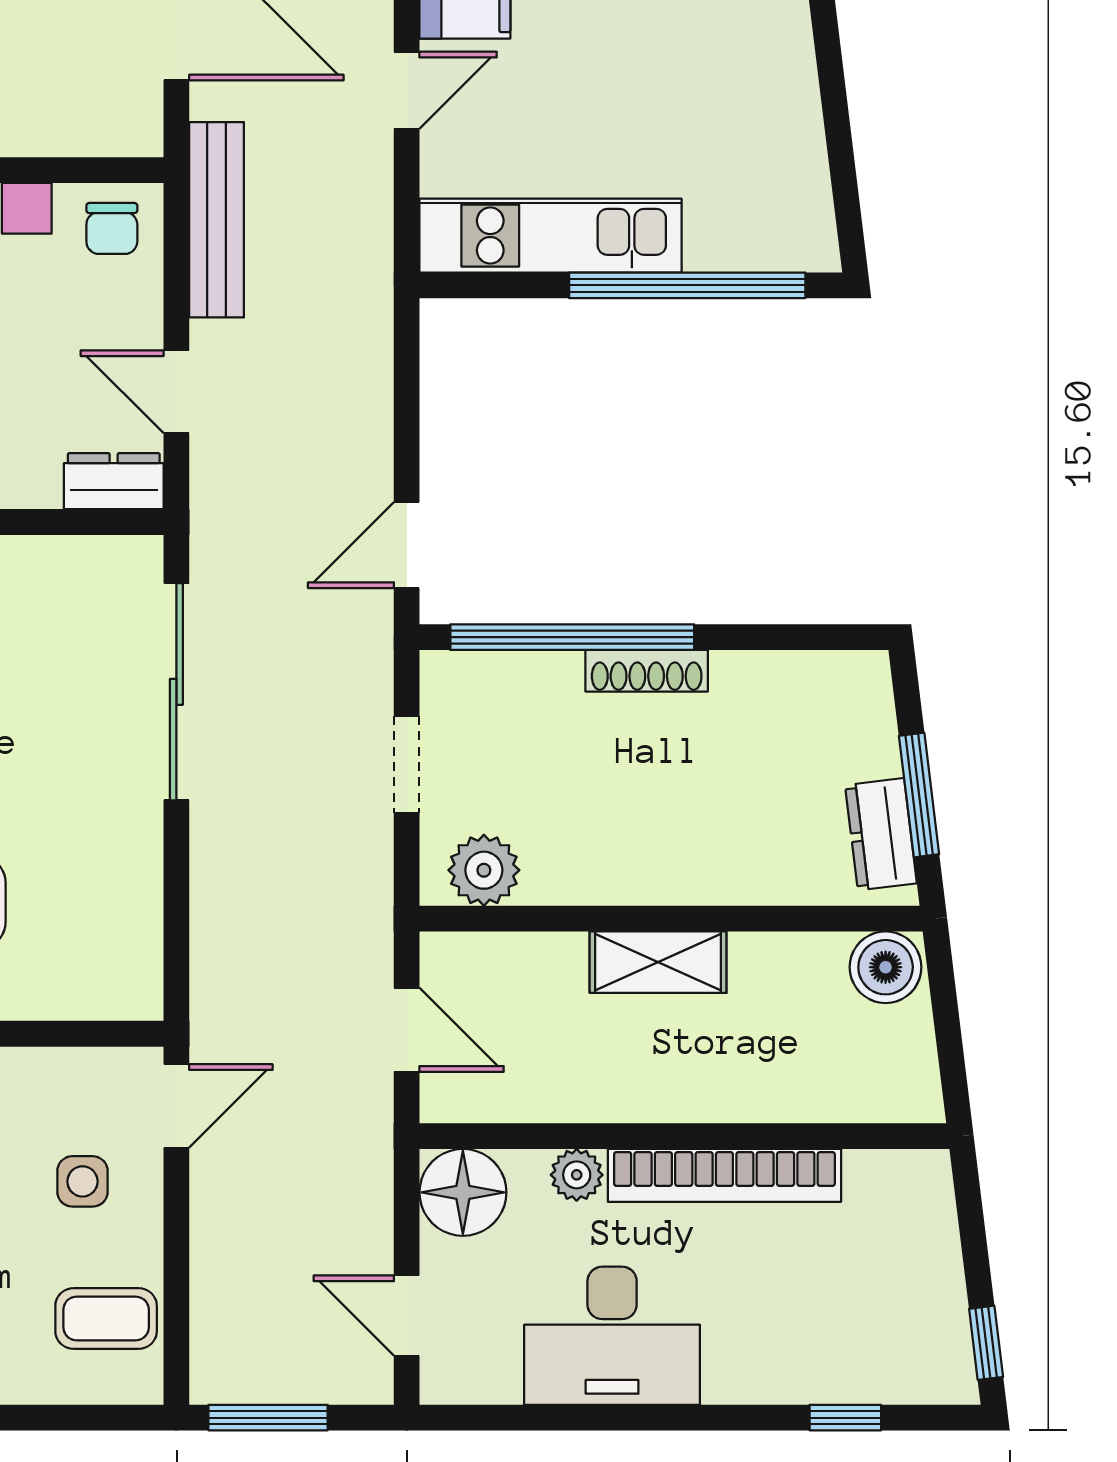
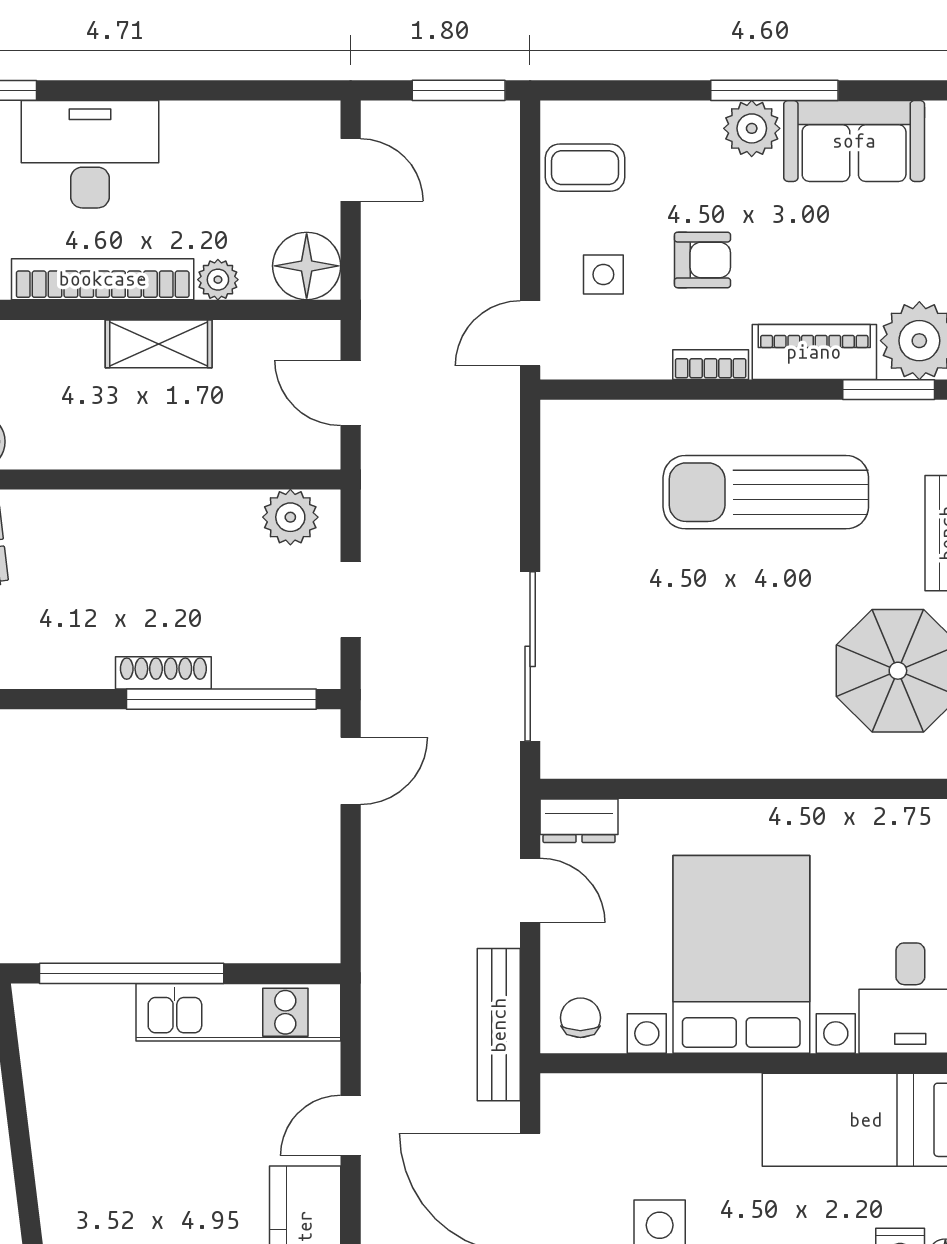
shelving: (658, 962) -> (159, 344), moved
desk: (612, 1336) -> (90, 154), moved

